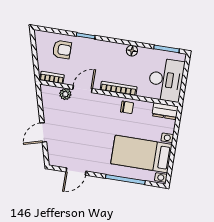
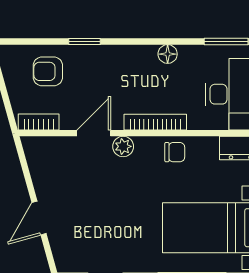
armchair: (62, 50) -> (48, 71), turned 180
plant: (65, 94) -> (123, 146), moved

